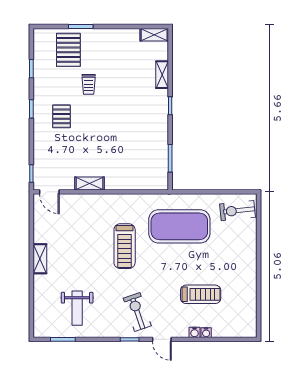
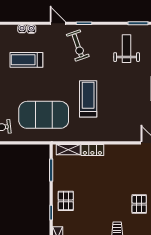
pallet: (152, 120) -> (66, 201), added
shelving: (90, 183) -> (68, 150), moved
locker: (119, 183) -> (92, 150), added

